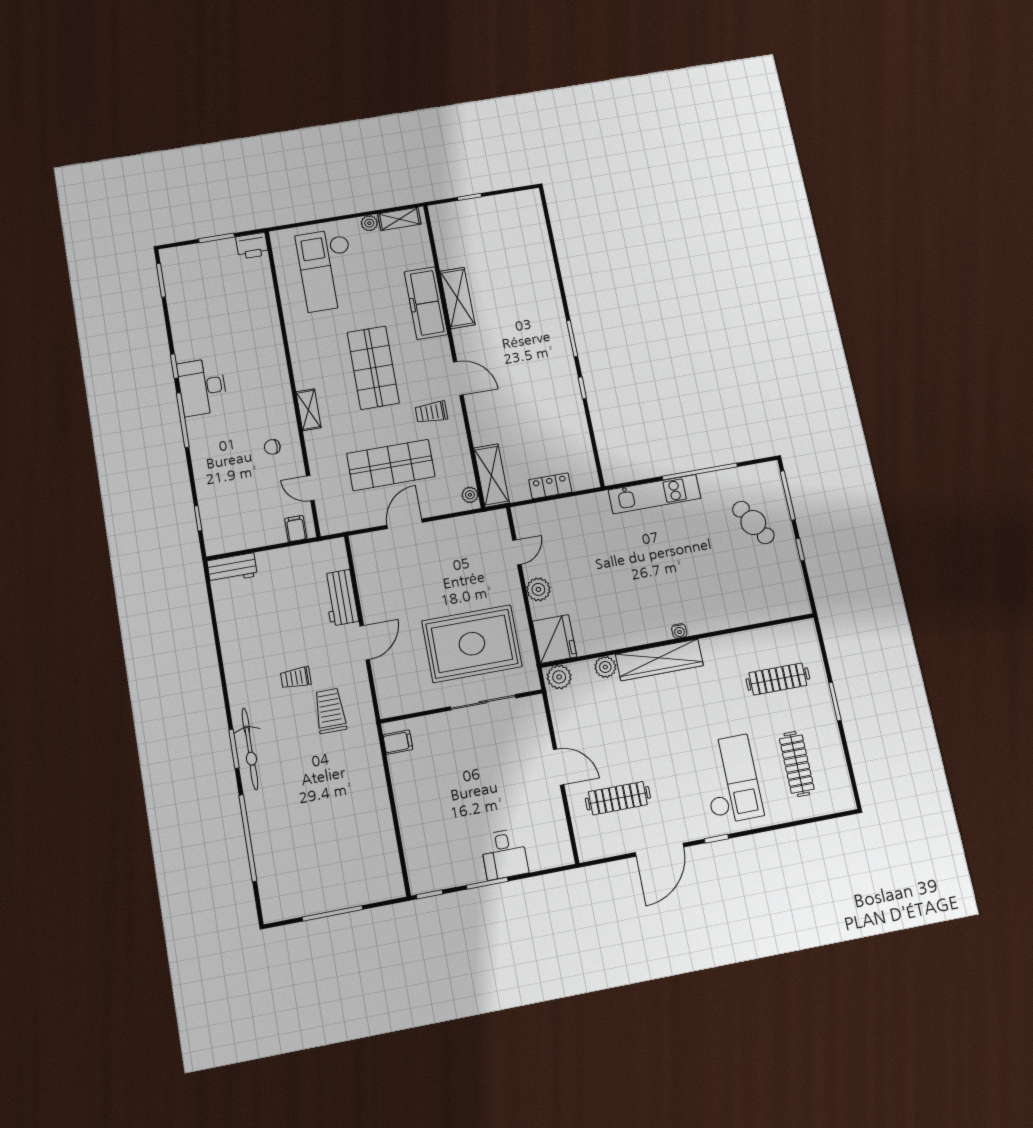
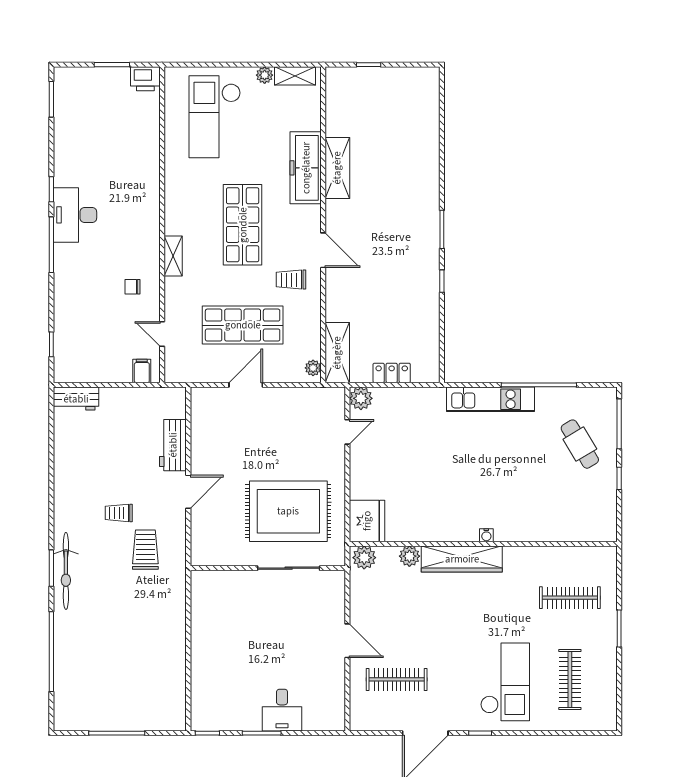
plant: (538, 589) -> (361, 398), moved
filing cabinet: (398, 742) -> (203, 590), removed

